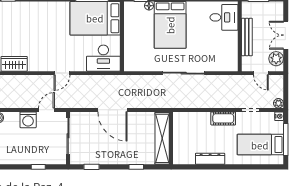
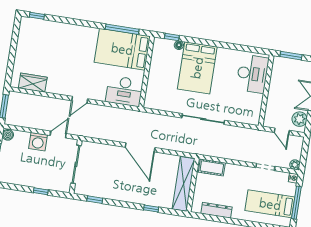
desk: (224, 17) -> (252, 74), width x1.37
bench: (247, 37) -> (273, 92), removed
door: (112, 110) -> (140, 147), moved
cot: (223, 118) -> (212, 168), moved
shelving: (162, 138) -> (184, 184), moved
wall: (171, 138) -> (193, 185), moved
window: (136, 167) -> (151, 208), moved

